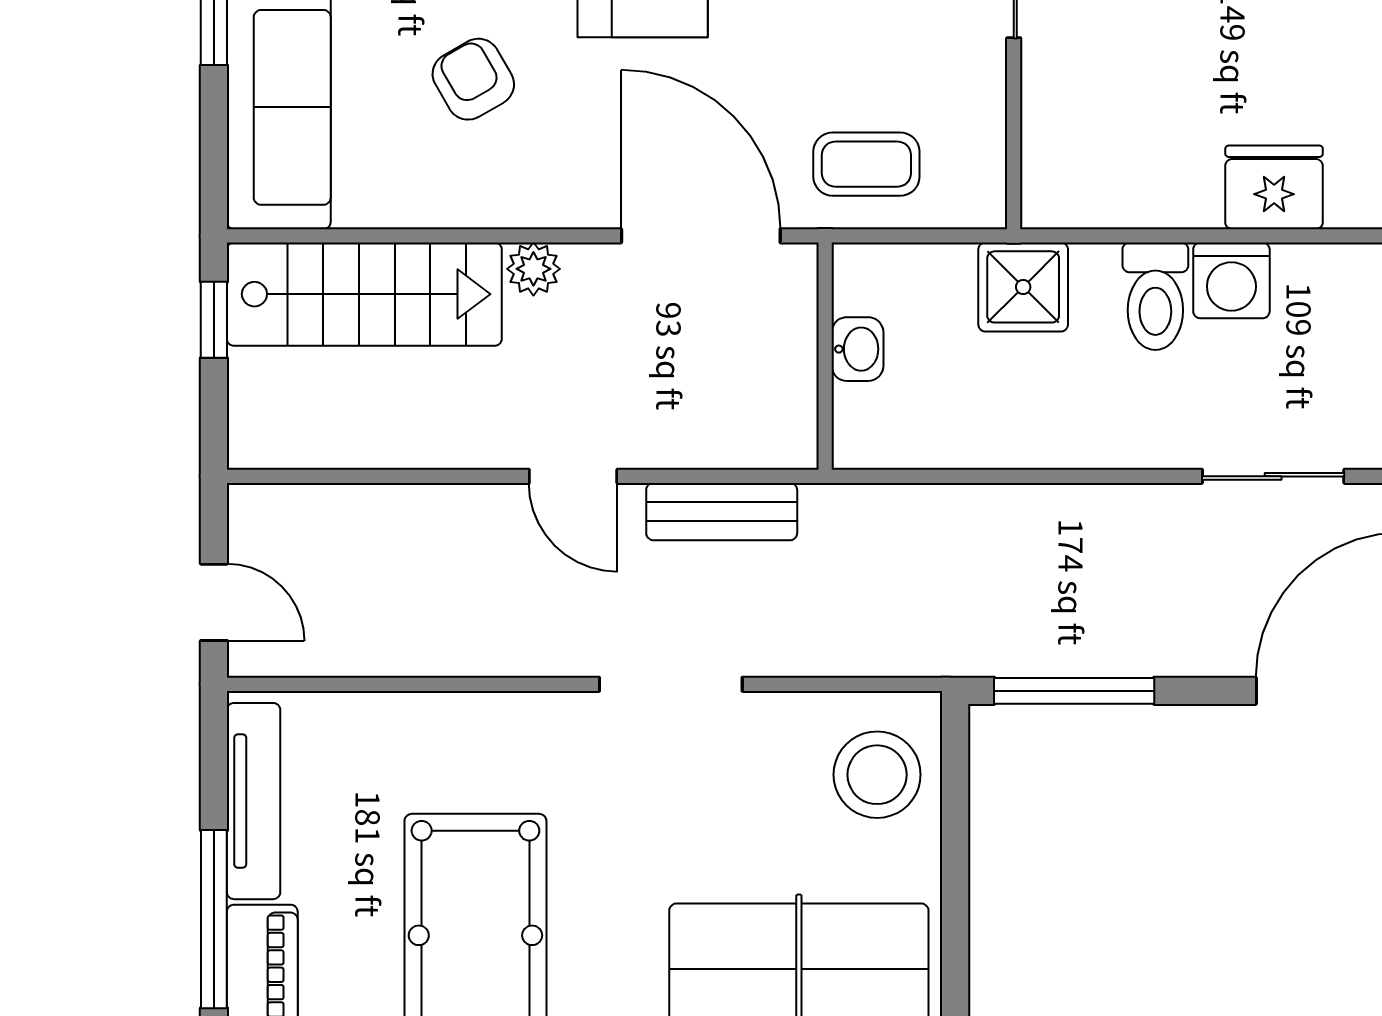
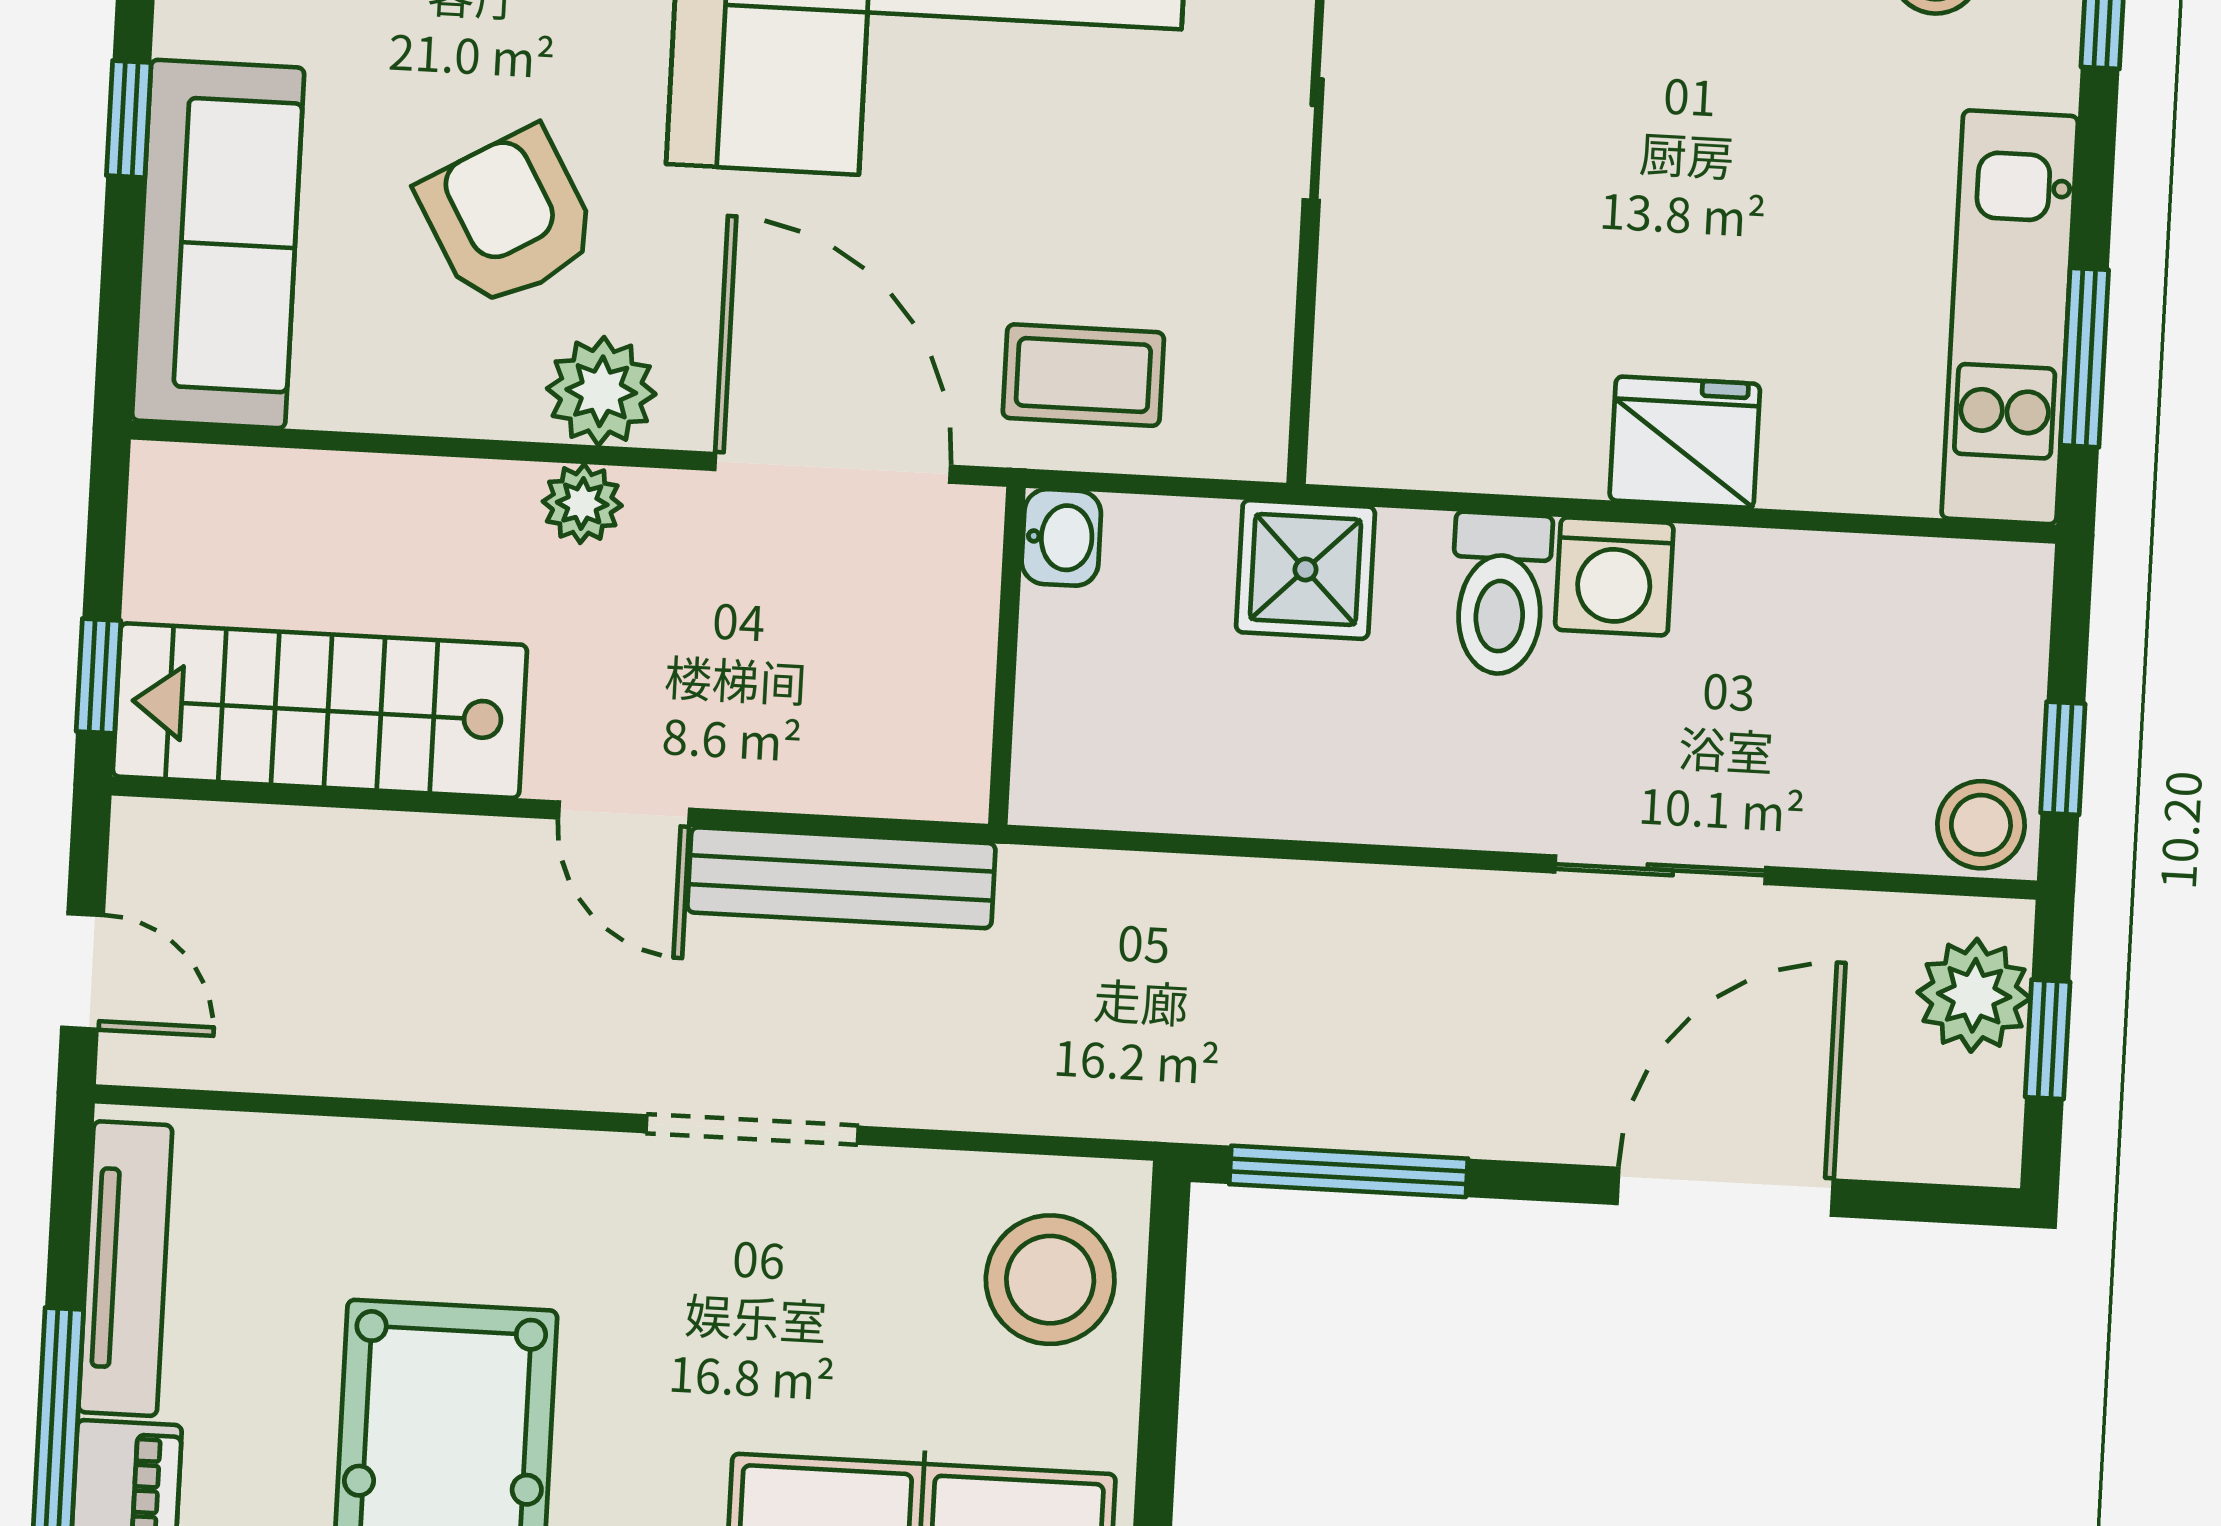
armchair: (473, 79) -> (508, 218), width x1.38, depth x1.38
plant: (542, 193) -> (601, 391), added
stairs: (364, 294) -> (320, 711), moved, turned 180
window: (214, 320) -> (99, 676), moved
washbasin: (857, 349) -> (1061, 537), moved
bench: (722, 512) -> (841, 878), width x1.36

